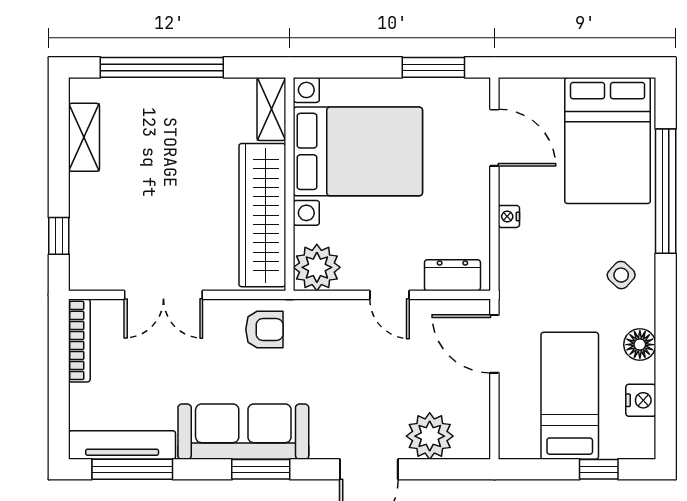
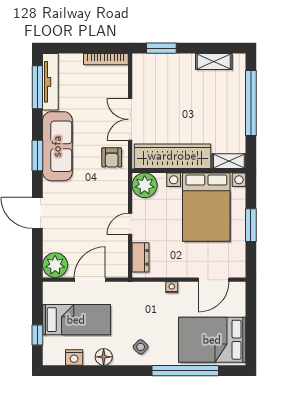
window: (433, 67) -> (251, 225), moved
window: (59, 236) -> (161, 48), width x1.50
double door: (163, 295) -> (130, 119), moved
door: (494, 344) -> (90, 280), moved
plant: (430, 436) -> (55, 265), moved

